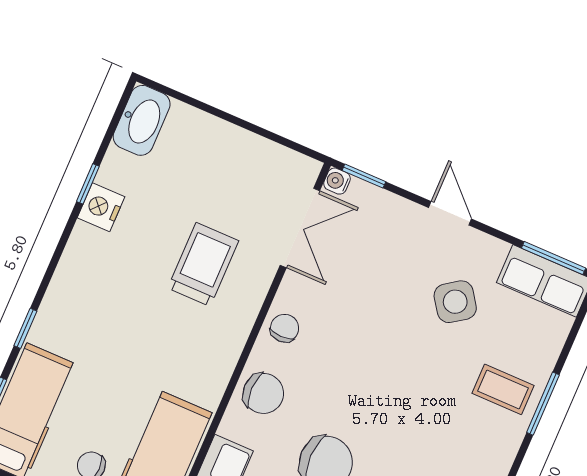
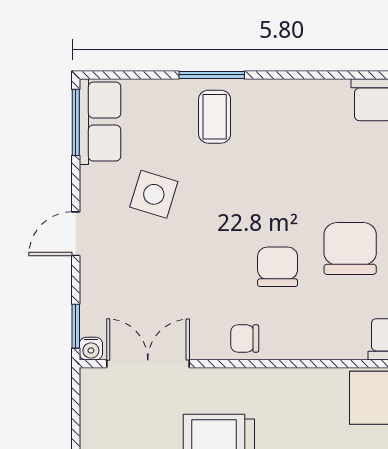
side table: (455, 302) -> (154, 194), turned -38
chair: (263, 393) -> (278, 267), moved

